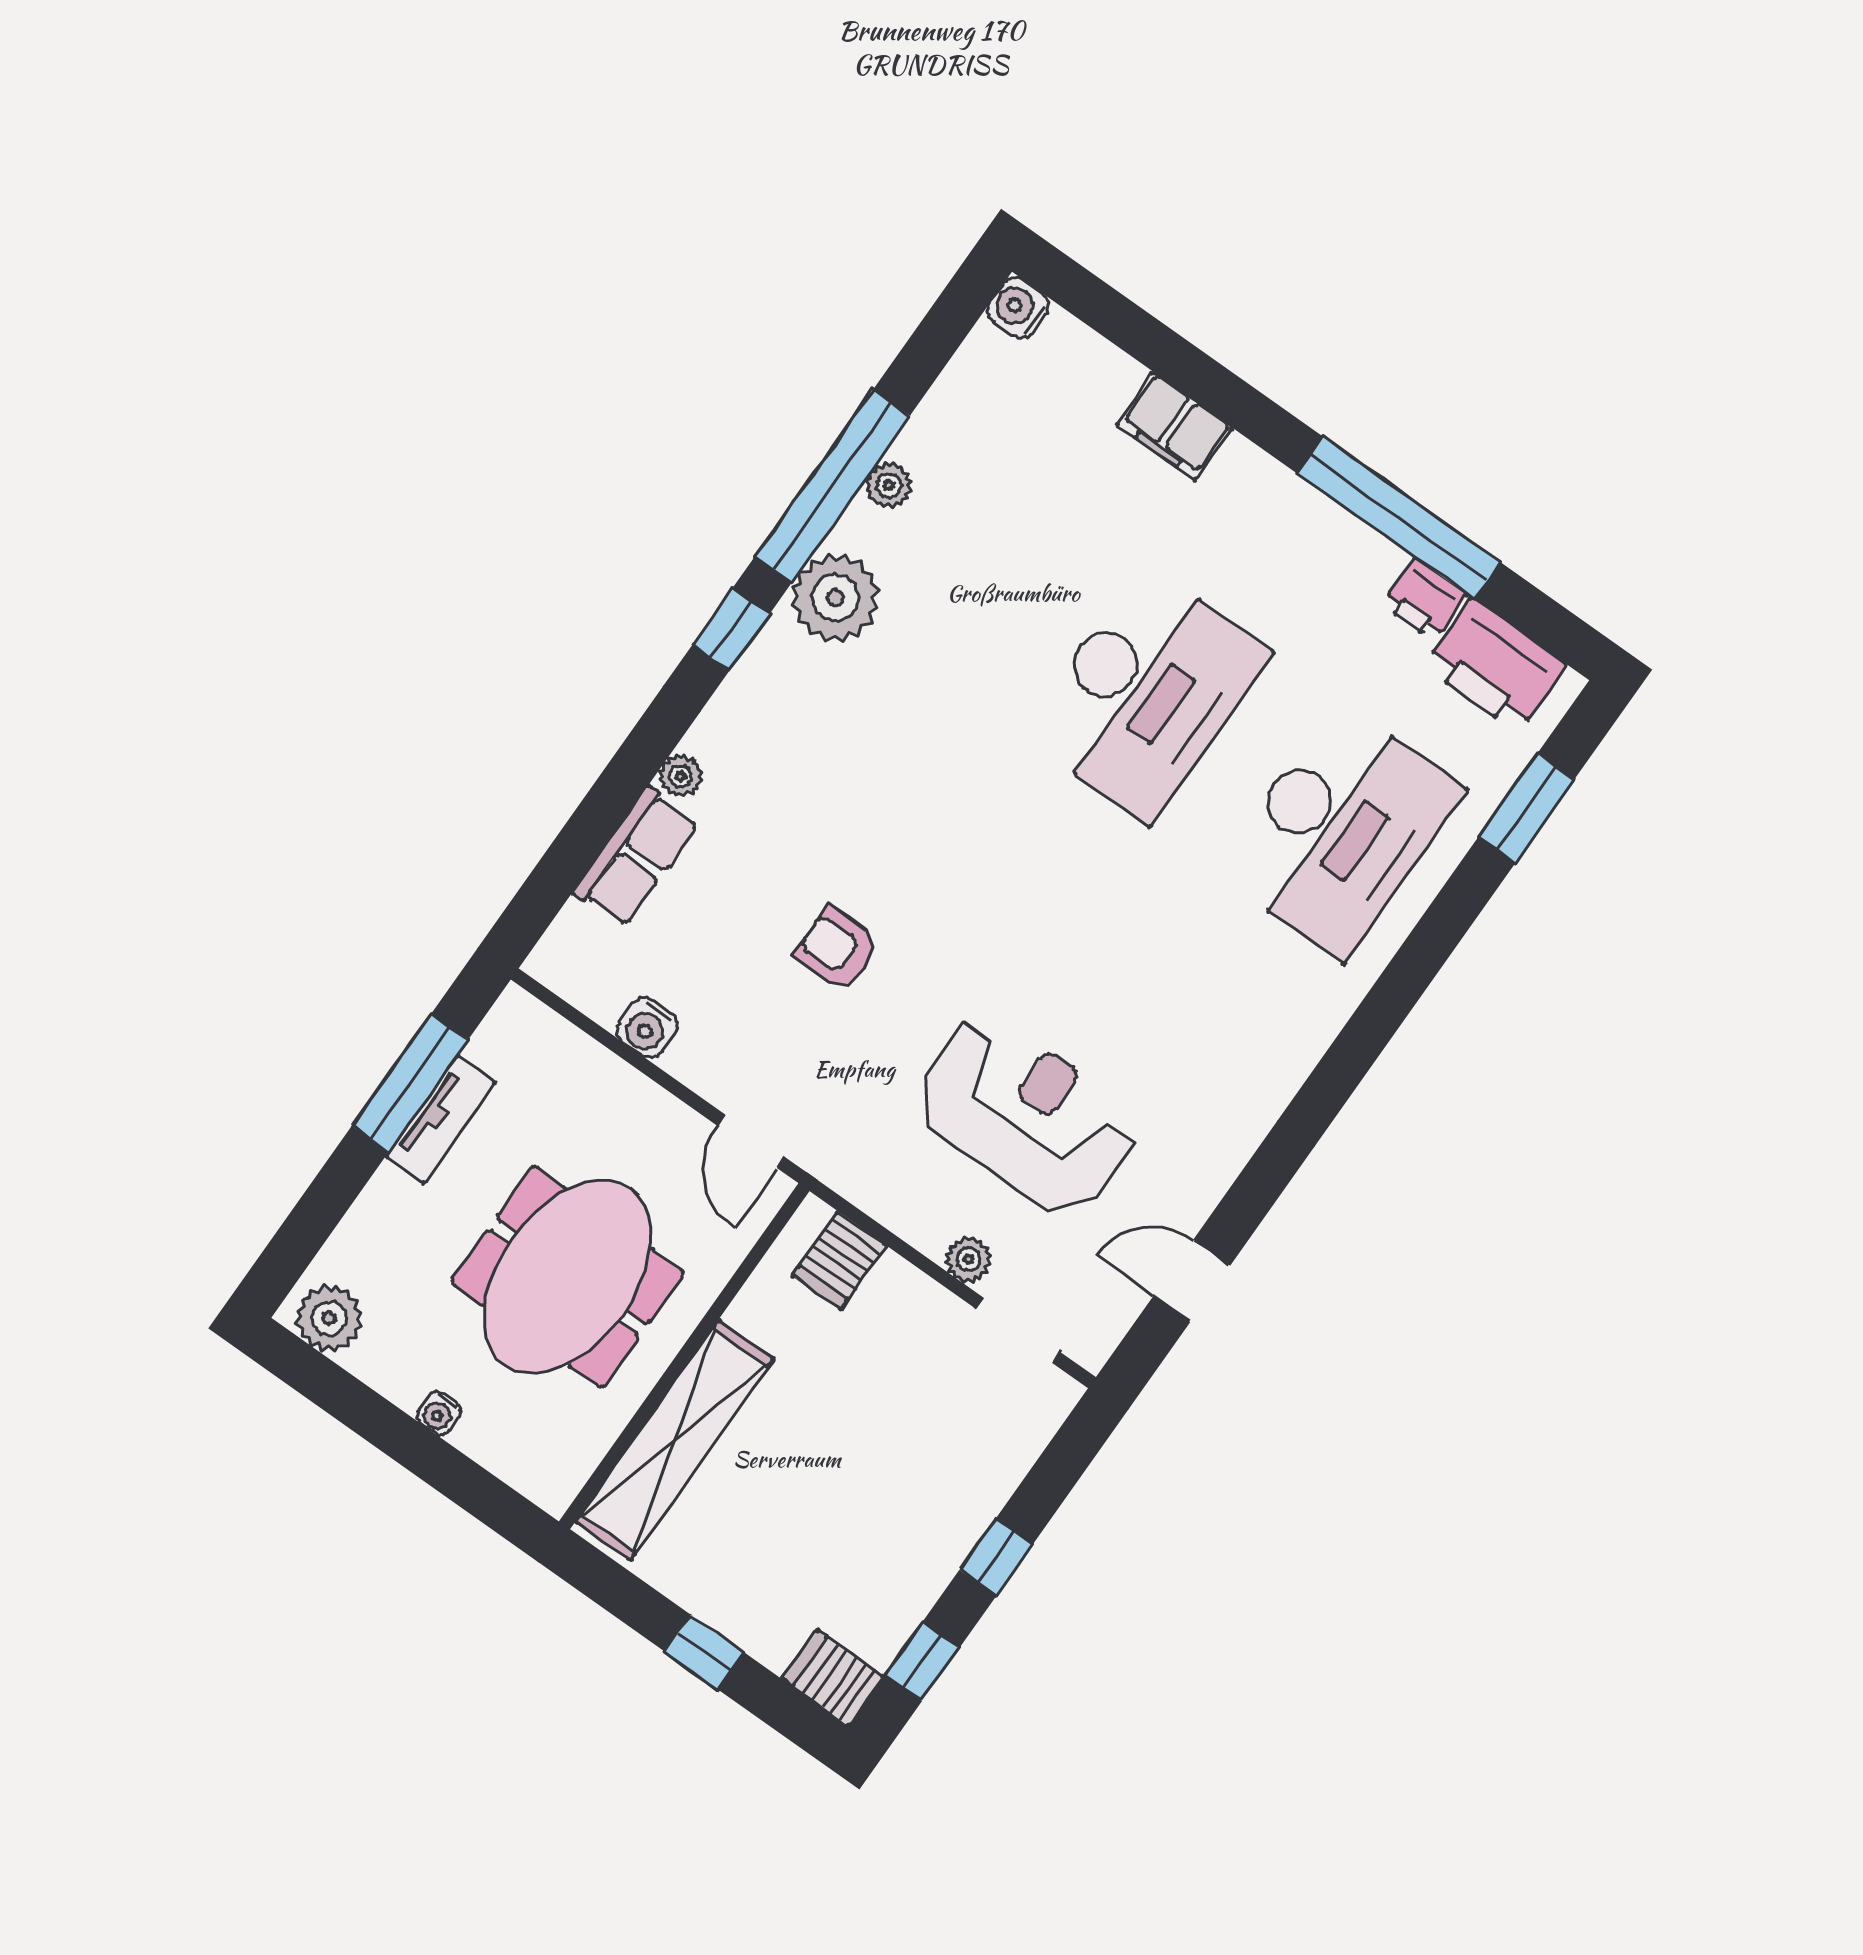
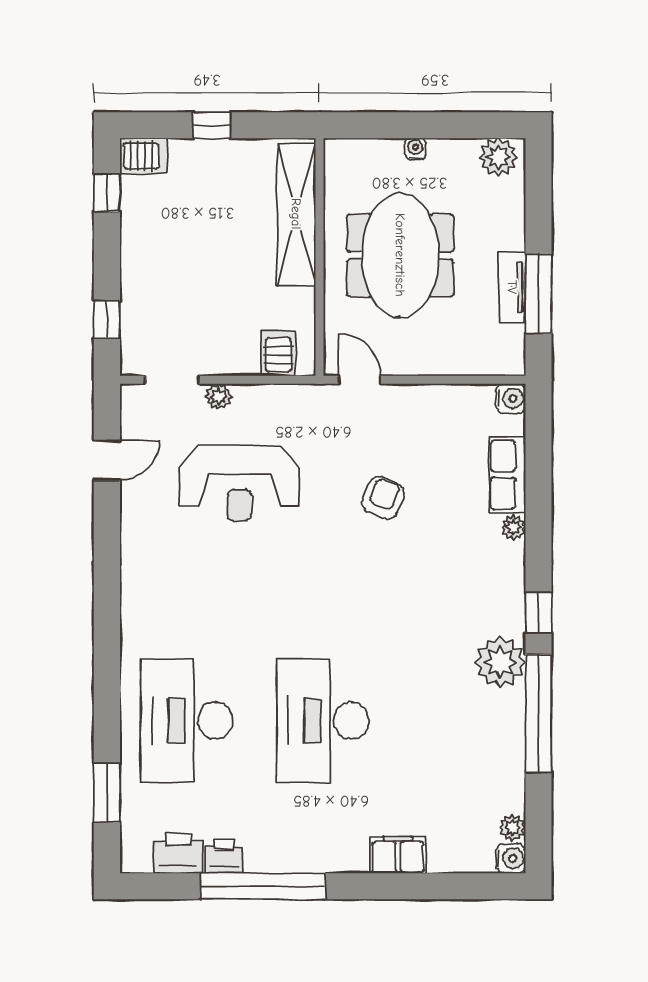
plant: (889, 485) -> (512, 828), moved
printer: (1495, 665) -> (178, 853), width x0.73, depth x0.84
armchair: (837, 949) -> (383, 498), turned -68
water cooler: (647, 1028) -> (511, 398), moved, turned 90
window: (996, 1557) -> (107, 320), moved

